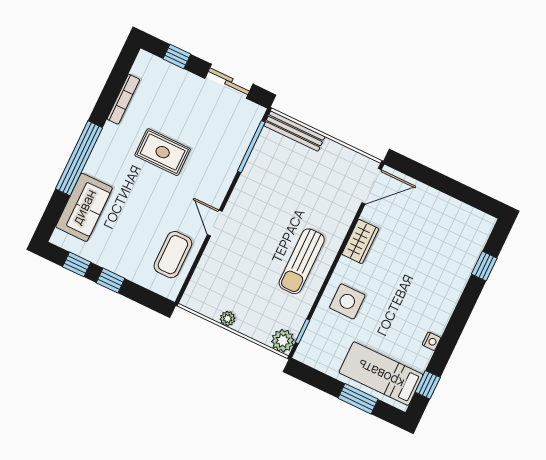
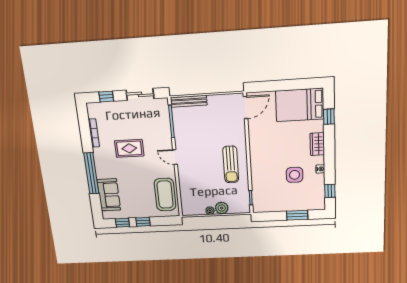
door: (215, 223) -> (175, 157), moved
wardrobe: (360, 241) -> (317, 144), moved, turned 180
coffee table: (173, 255) -> (165, 195), width x1.36, depth x1.32
side table: (347, 301) -> (295, 175), moved
plant: (283, 341) -> (222, 208), moved
bed: (381, 374) -> (300, 105), moved, width x1.50

